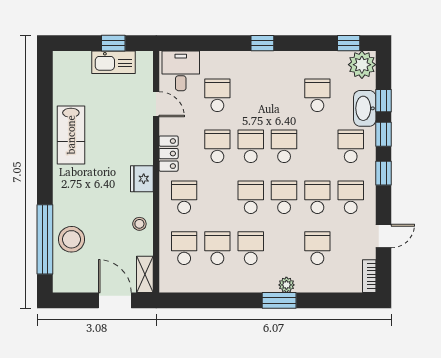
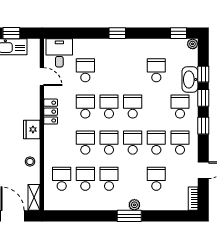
plant: (362, 65) -> (193, 44), width x0.53, depth x0.53
school desk: (184, 197) -> (85, 143), moved

